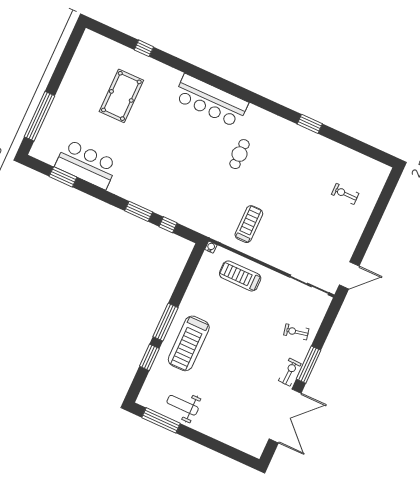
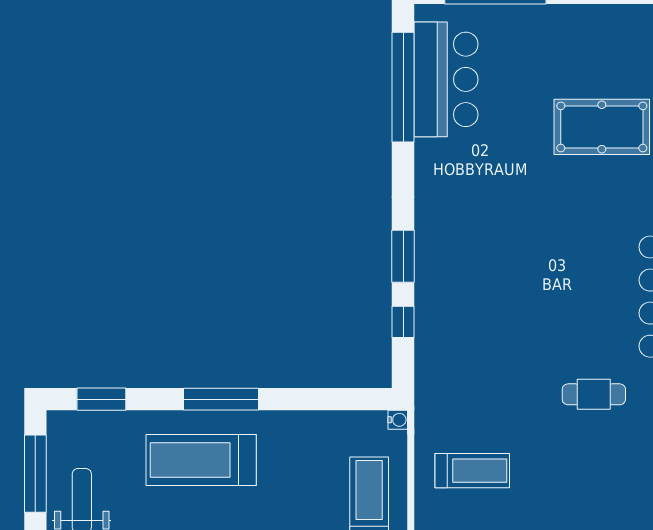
bar counter: (86, 164) -> (446, 79), moved
window: (63, 177) -> (403, 87), width x2.11
window: (149, 357) -> (101, 399), moved

